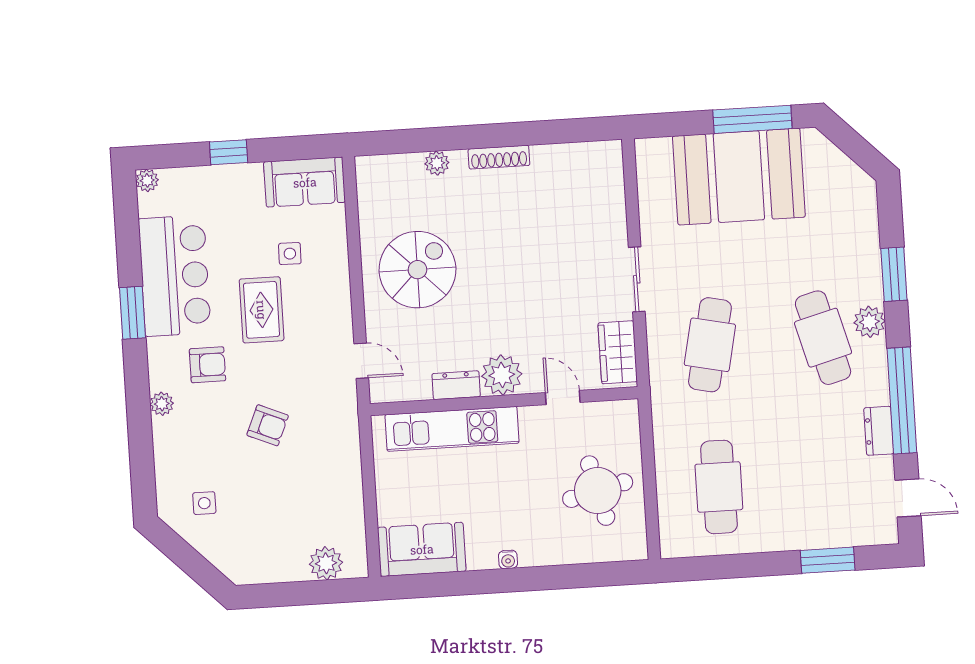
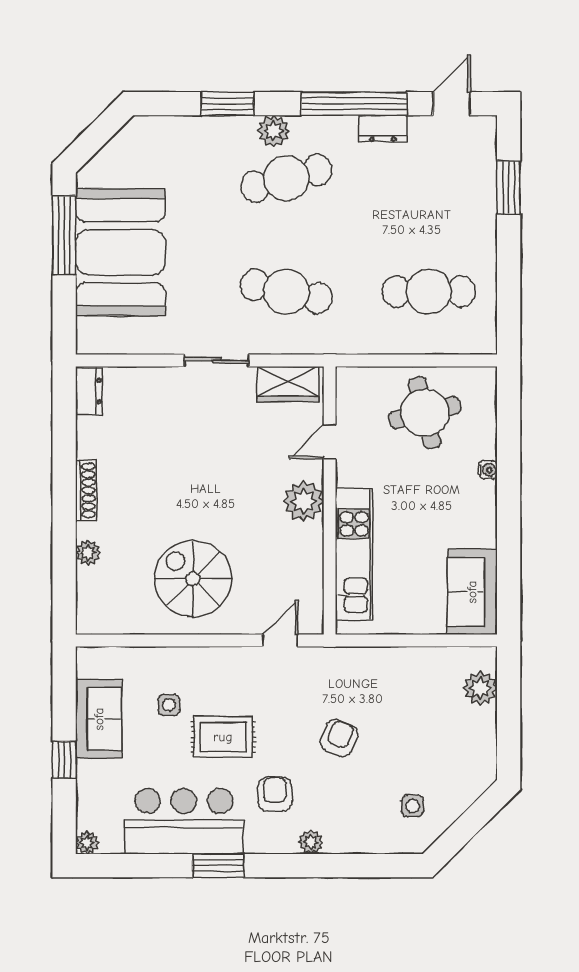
sofa: (305, 182) -> (99, 719), moved
dresser: (456, 385) -> (89, 391), moved, turned 180
water cooler: (508, 559) -> (488, 470), moved

